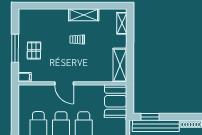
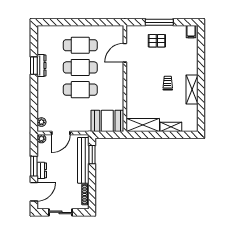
shelving: (122, 23) -> (171, 127), moved
filing cabinet: (25, 77) -> (191, 32), moved
door: (64, 83) -> (125, 53), moved

